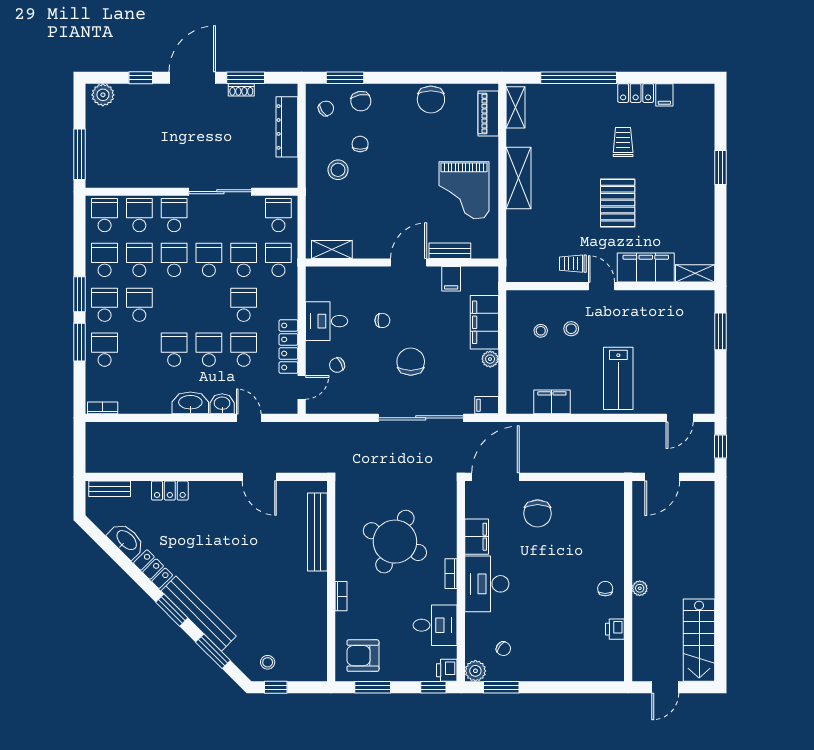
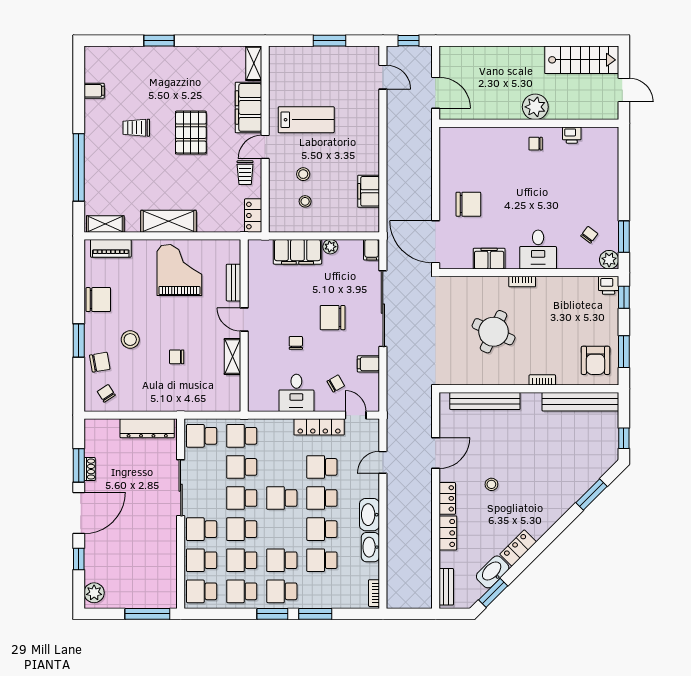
door: (192, 78) -> (79, 513), swing flipped
window: (345, 78) -> (79, 341), moved
locker: (636, 93) -> (253, 216), moved, turned 180
dresser: (287, 127) -> (147, 428), moved
chair: (360, 144) -> (177, 357), moved
stool: (338, 170) -> (130, 340), moved
grand piano: (464, 190) -> (179, 270), turned -90
pallet: (618, 203) -> (191, 133), turned 90
shelving: (332, 250) -> (232, 357), moved
door: (409, 263) -> (244, 319), width x0.73
filing cabinet: (451, 279) -> (368, 364), moved, turned 180
school desk: (244, 305) -> (282, 498), moved
window: (720, 331) -> (329, 41), moved
school desk: (105, 350) -> (322, 560), moved
chair: (337, 365) -> (336, 383), turned -94
lab bench: (618, 378) -> (306, 120), moved
washbasin: (222, 404) -> (370, 547), moved, width x1.38
locker: (209, 490) -> (447, 498), added
round table: (395, 542) -> (494, 332), width x0.73, depth x0.73
desk: (487, 584) -> (538, 250), width x0.73
plant: (640, 588) -> (535, 107), width x1.88, depth x1.88
window: (172, 610) -> (493, 593), moved
bench: (199, 614) -> (580, 402), moved, turned 45
desk: (435, 625) -> (568, 296), removed
stool: (268, 662) -> (491, 484), moved

